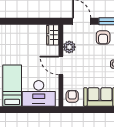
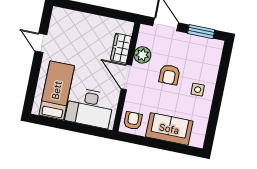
wardrobe: (53, 35) -> (121, 48), moved
armchair: (103, 37) -> (169, 75), moved

